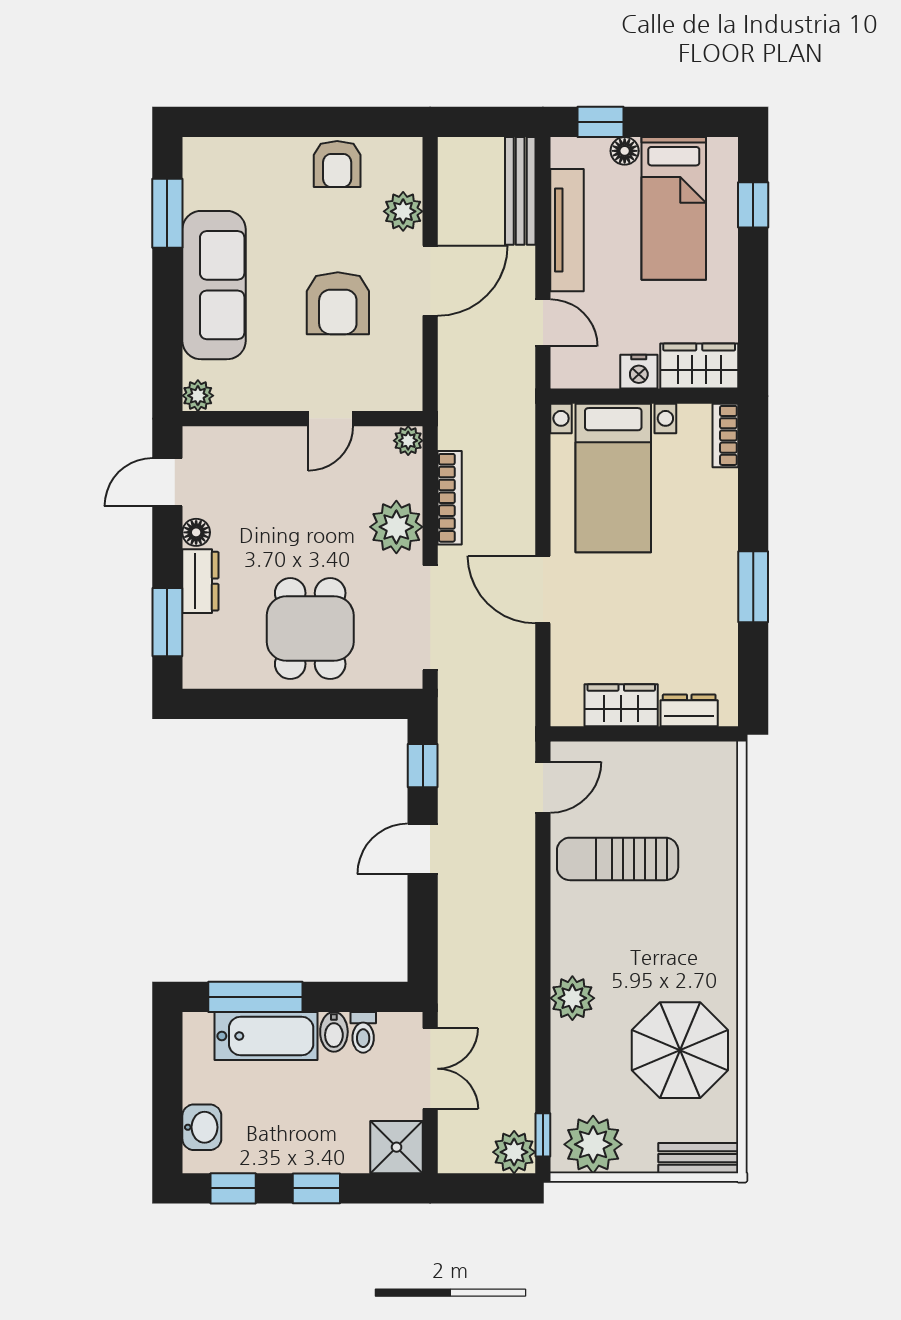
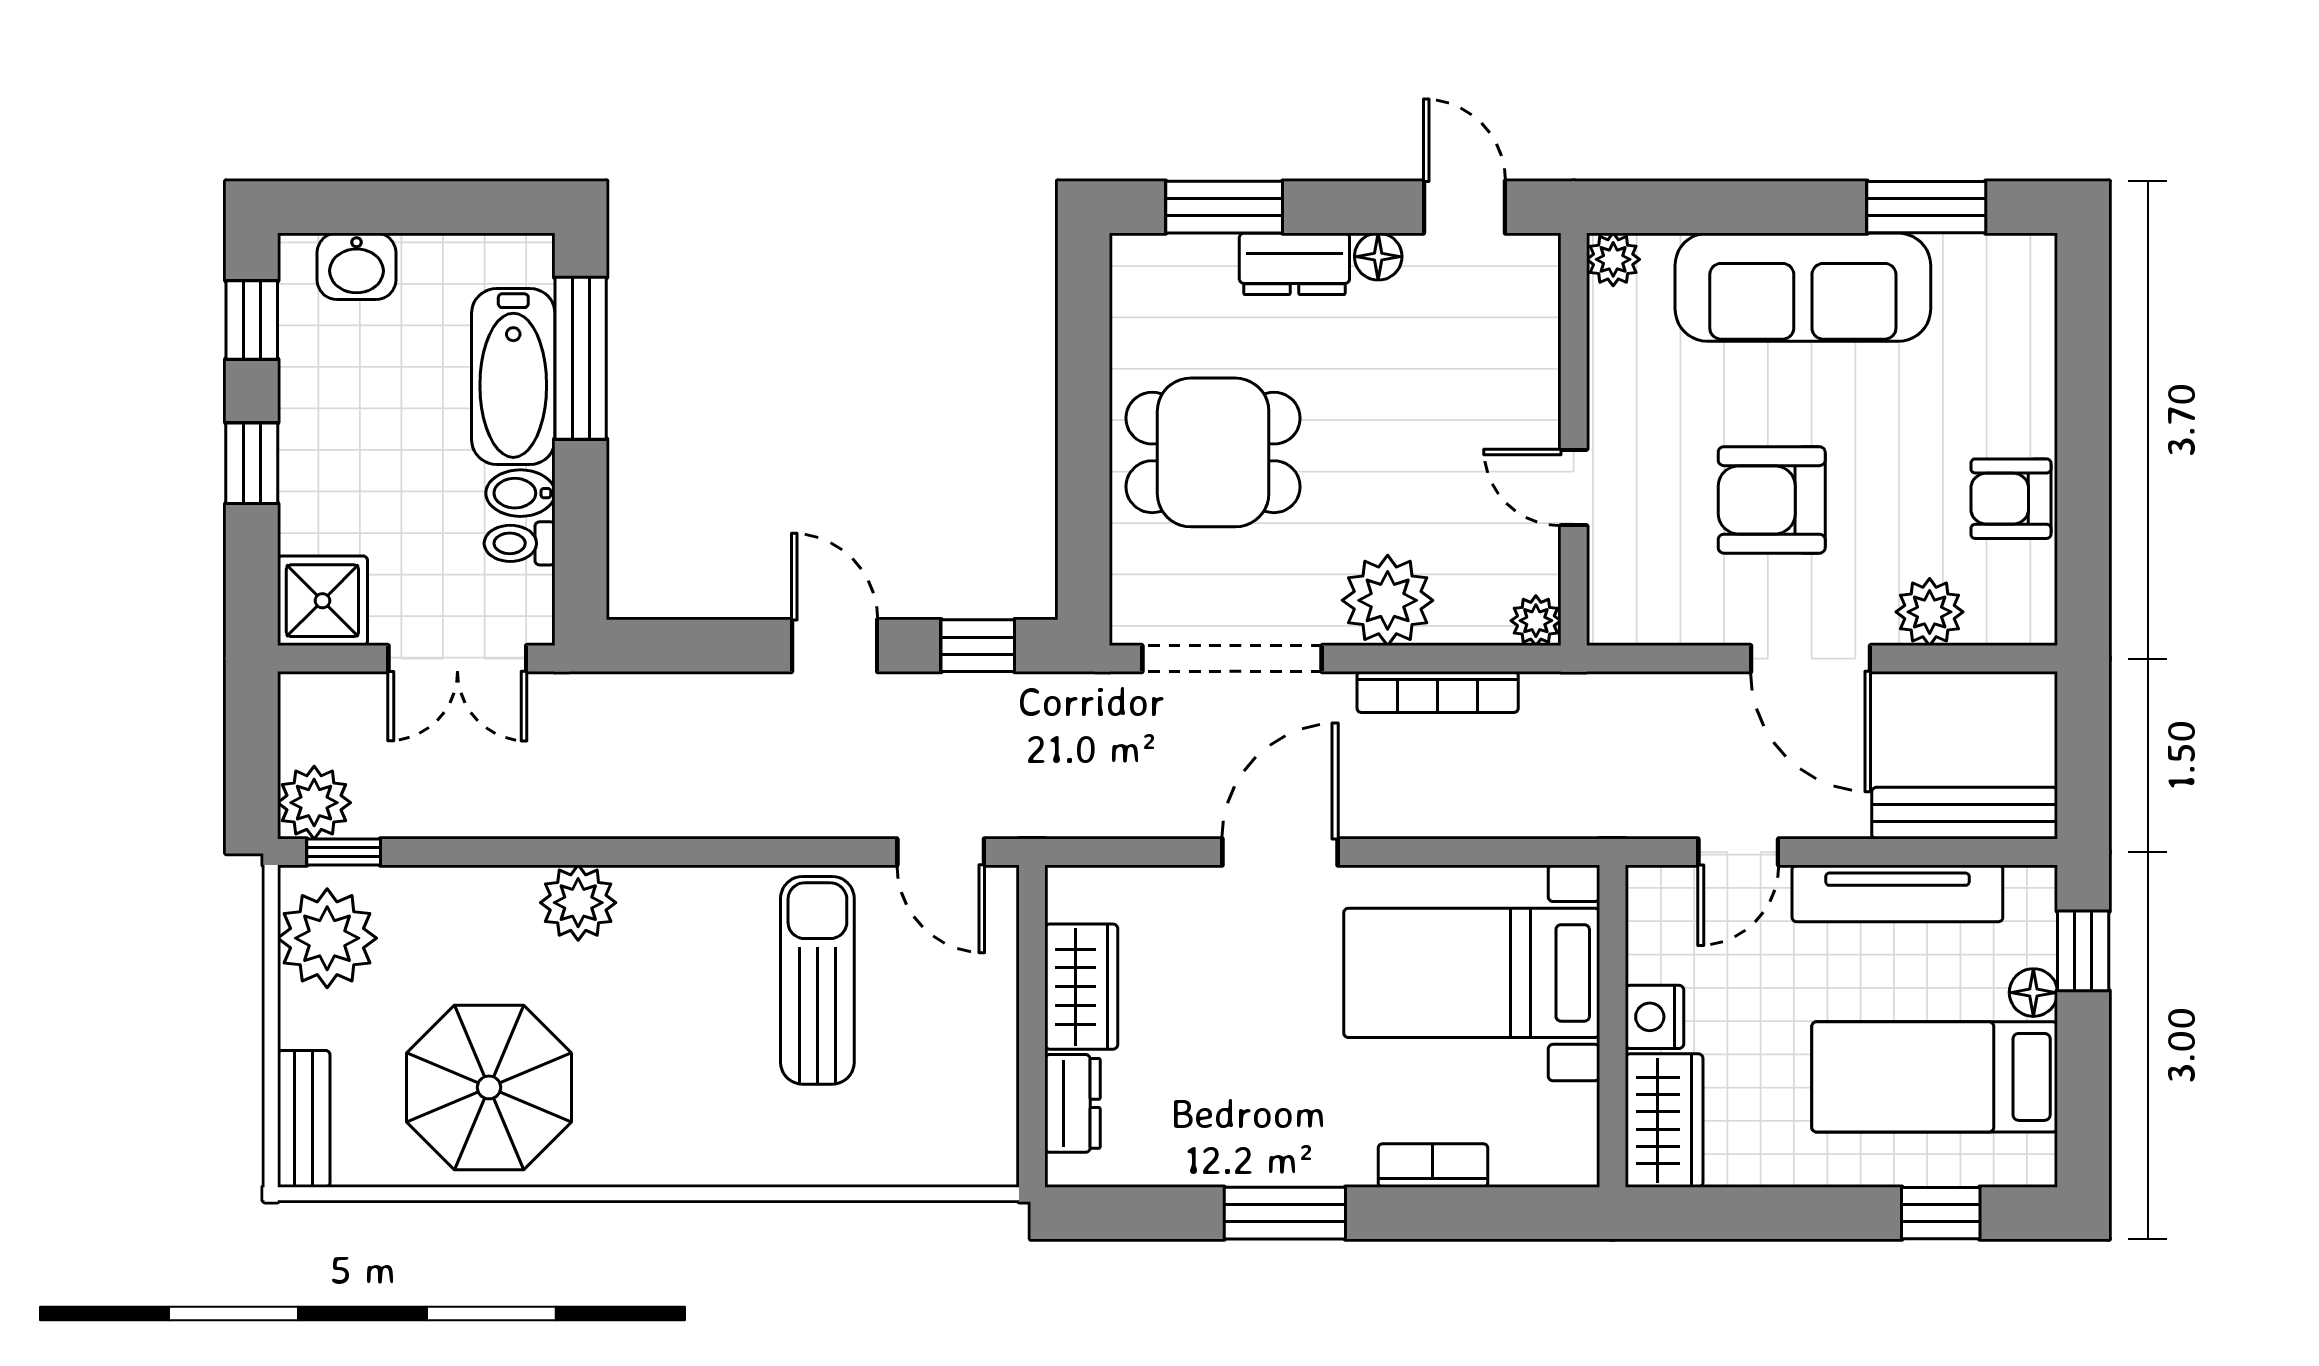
bookcase: (725, 435) -> (1433, 1165), moved

